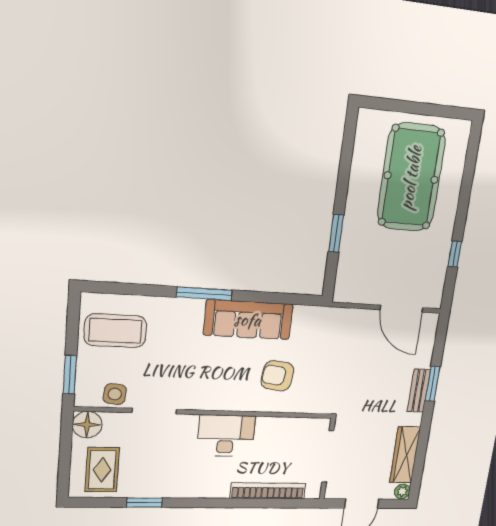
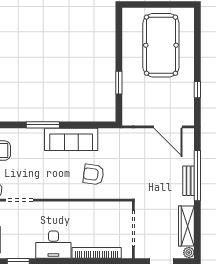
window: (433, 384) -> (197, 176), width x2.11
desk: (226, 436) -> (53, 245), moved, turned 180

